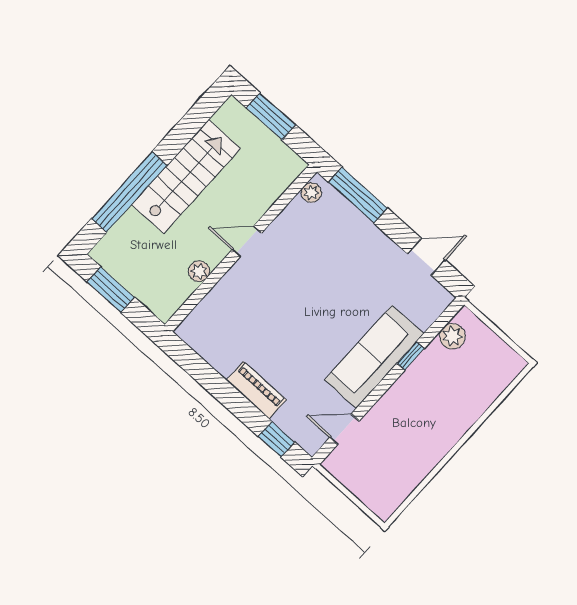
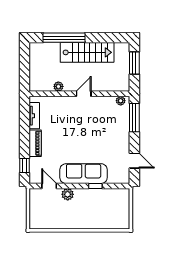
door: (247, 241) -> (84, 94), hinge flipped
window: (111, 289) -> (25, 62), removed
plant: (452, 336) -> (68, 194), moved
tv unit: (211, 352) -> (34, 116), added

